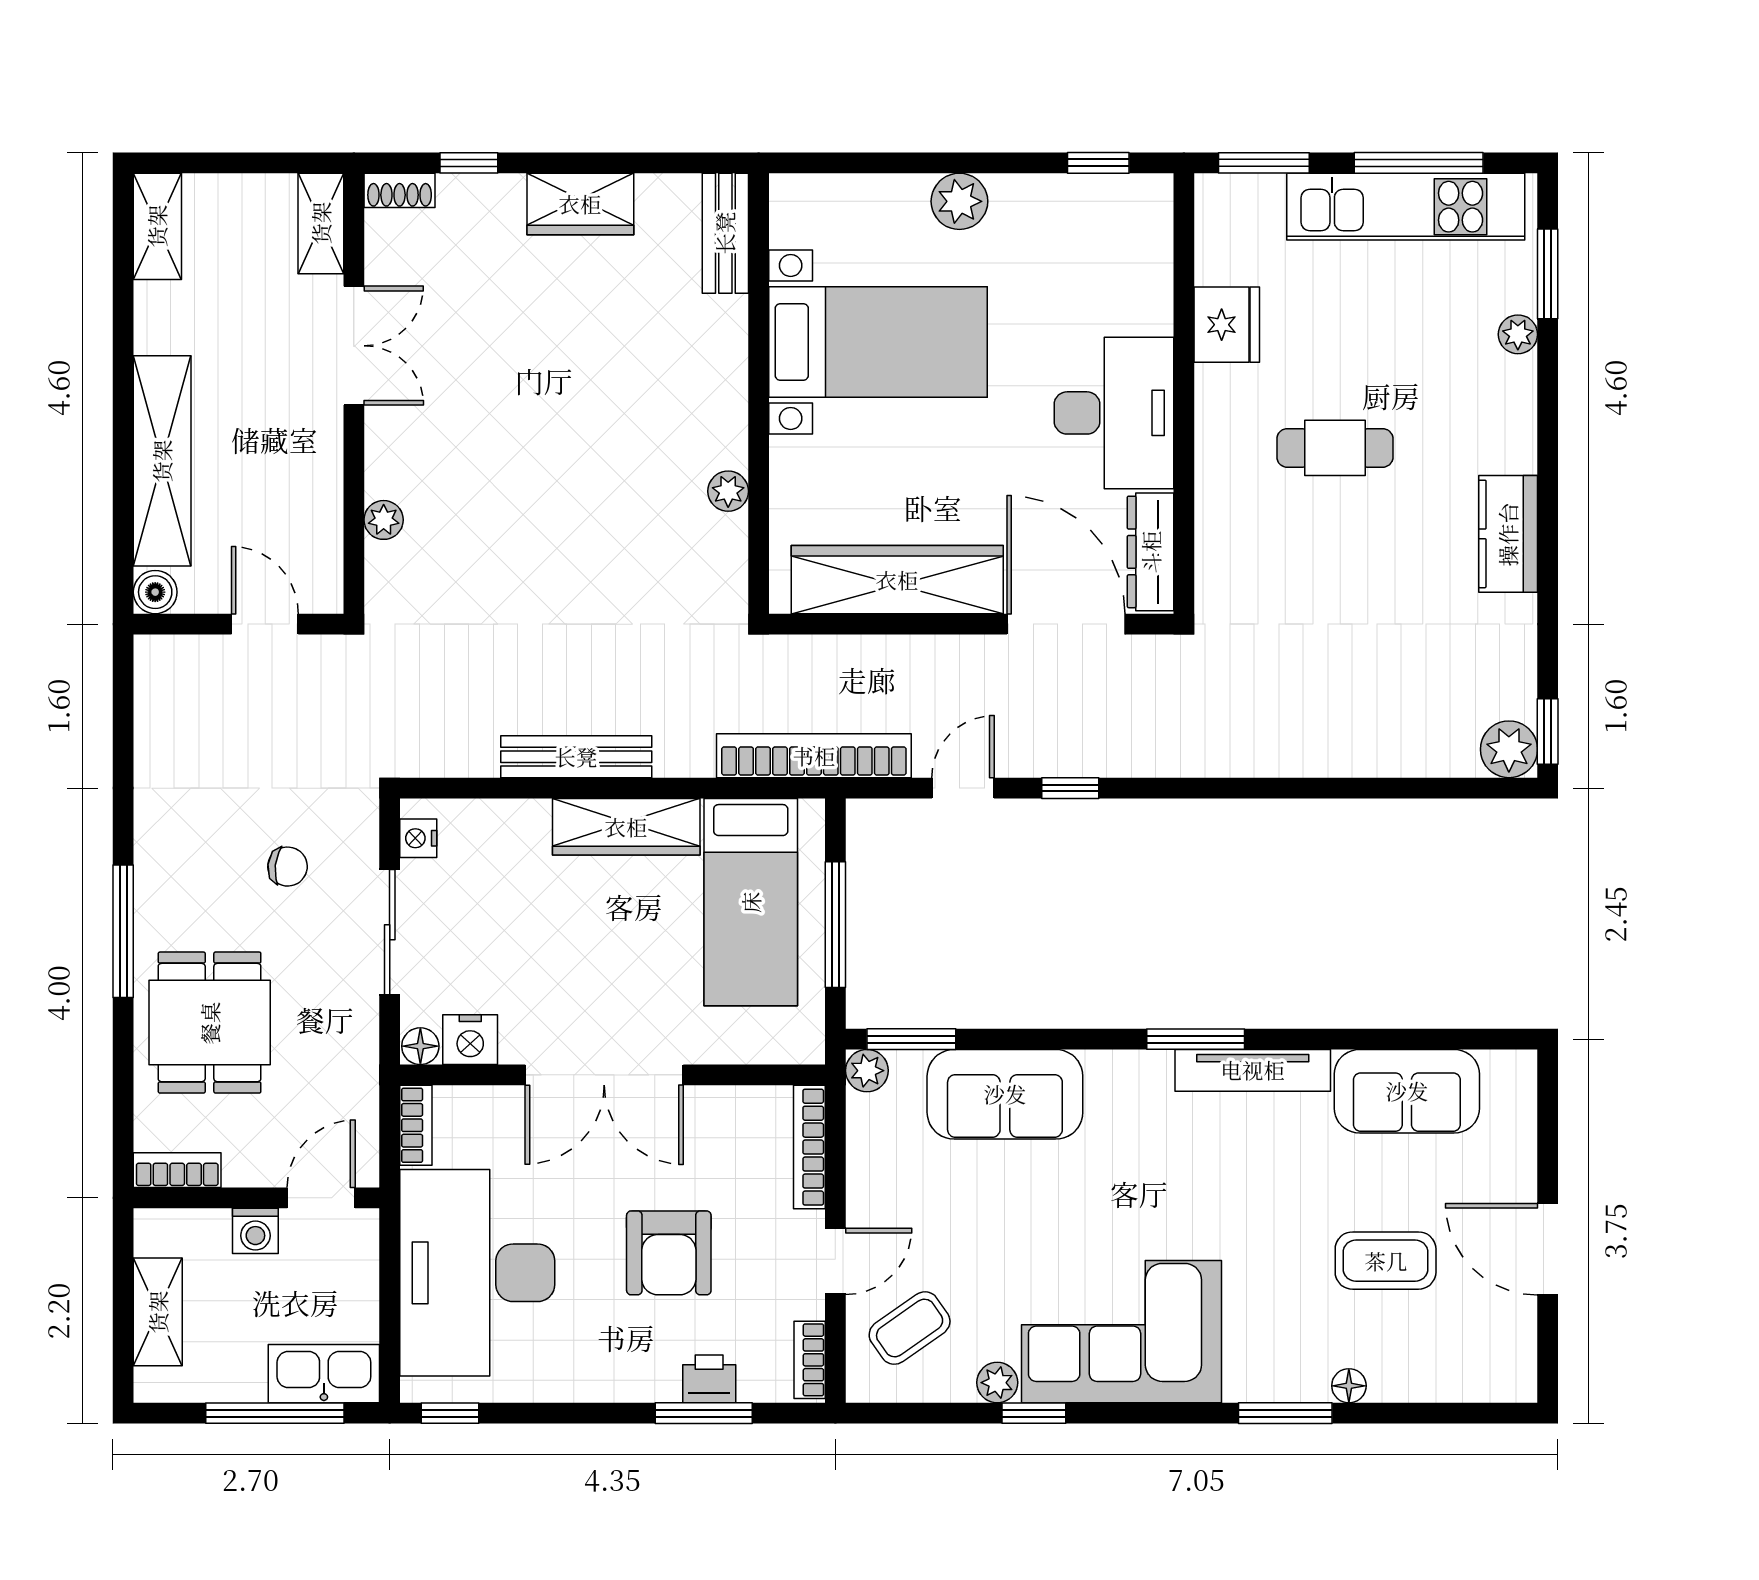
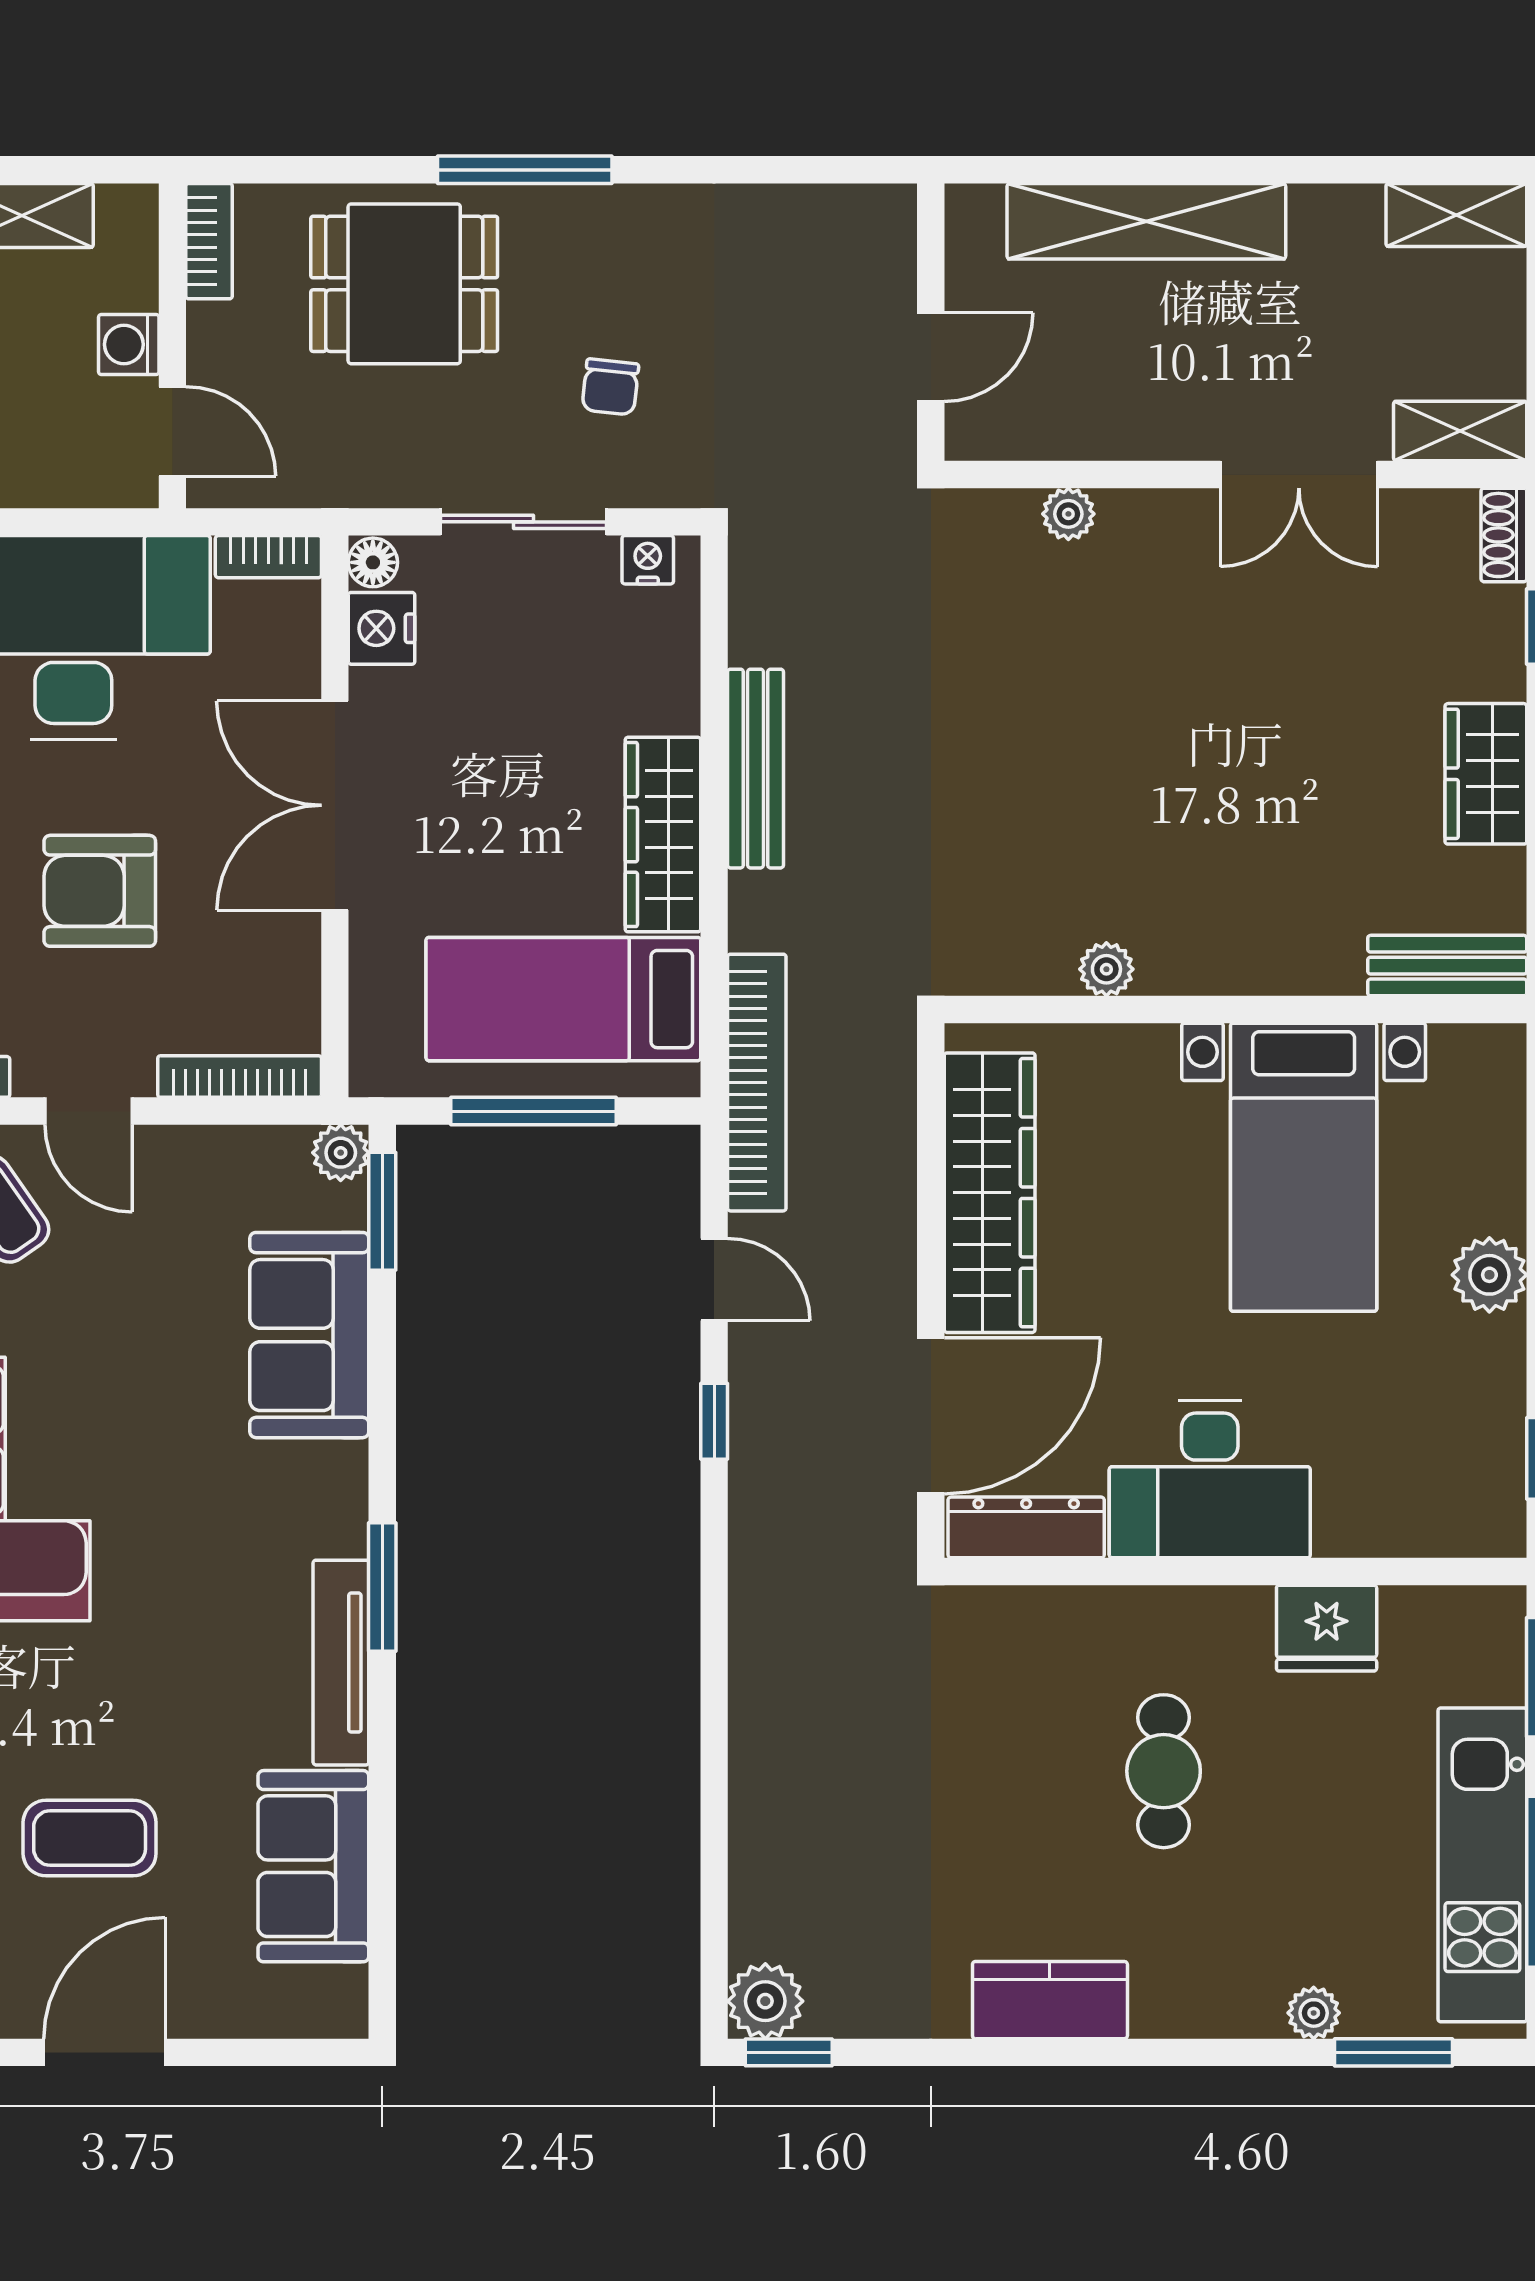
boiler: (155, 592) -> (973, 212), removed
coffee table: (1386, 1261) -> (90, 1838), turned 90

